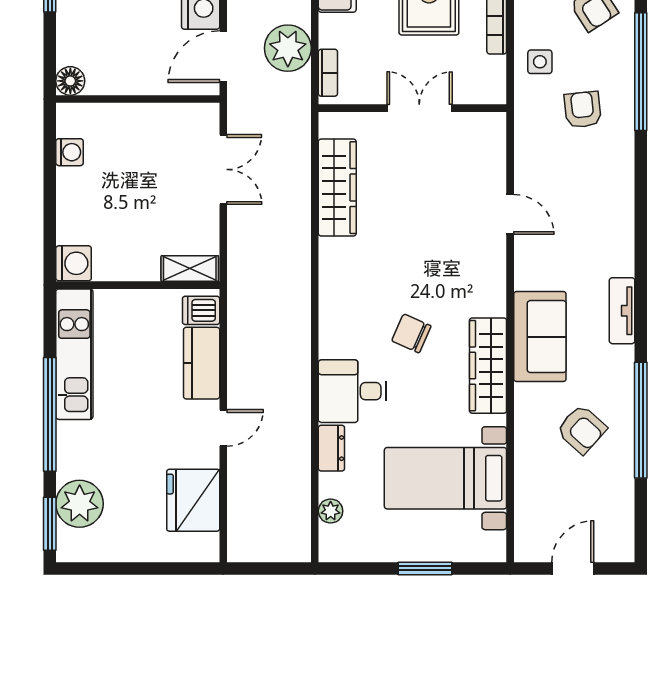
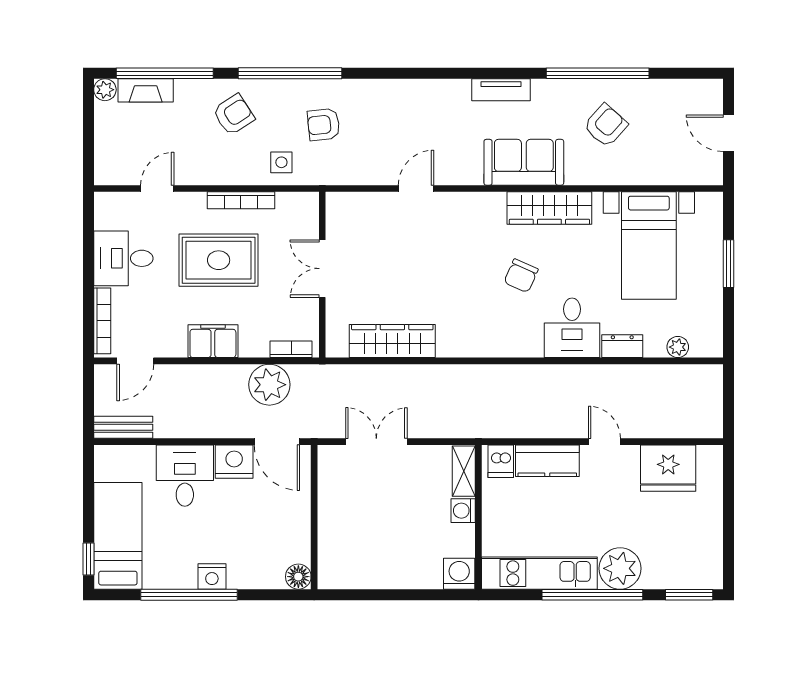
washing machine: (70, 152) -> (463, 511), moved, turned -90
plant: (80, 504) -> (620, 568), moved

